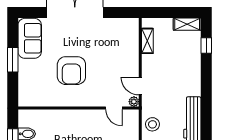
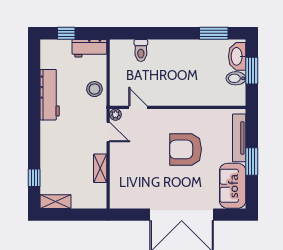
shelving: (147, 41) -> (100, 168), moved
armchair: (71, 71) -> (186, 149), turned -90
tv unit: (24, 81) -> (239, 138), added

